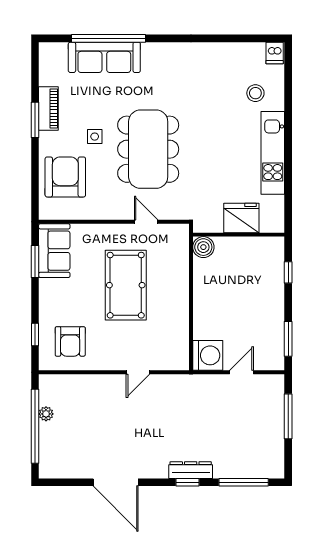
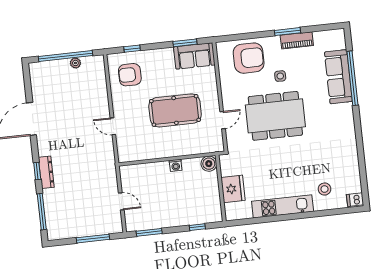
washing machine: (208, 355) -> (176, 165), moved, width x0.53, depth x0.53

